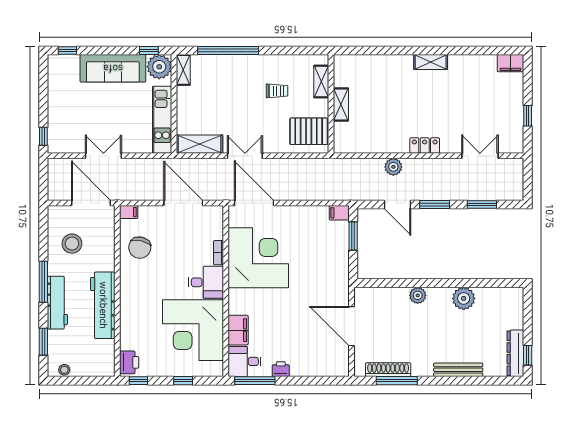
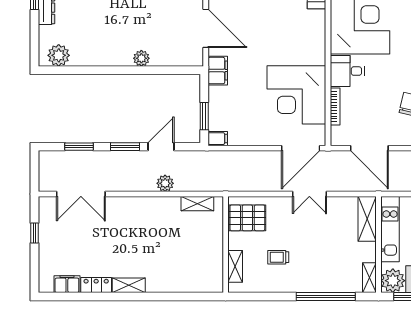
filing cabinet: (510, 63) -> (67, 284), moved
shelving: (341, 105) -> (197, 204), moved, turned 90
shelving: (199, 144) -> (367, 219), moved, turned 90
locker: (425, 146) -> (96, 285), moved, turned 180
double door: (480, 156) -> (81, 194), width x1.37
door: (254, 203) -> (301, 148), hinge flipped
door: (398, 205) -> (161, 147), hinge flipped
bookcase: (219, 253) -> (335, 107), width x1.56
plant: (464, 298) -> (59, 55), moved
filing cabinet: (238, 330) -> (218, 71), moved, turned 180

